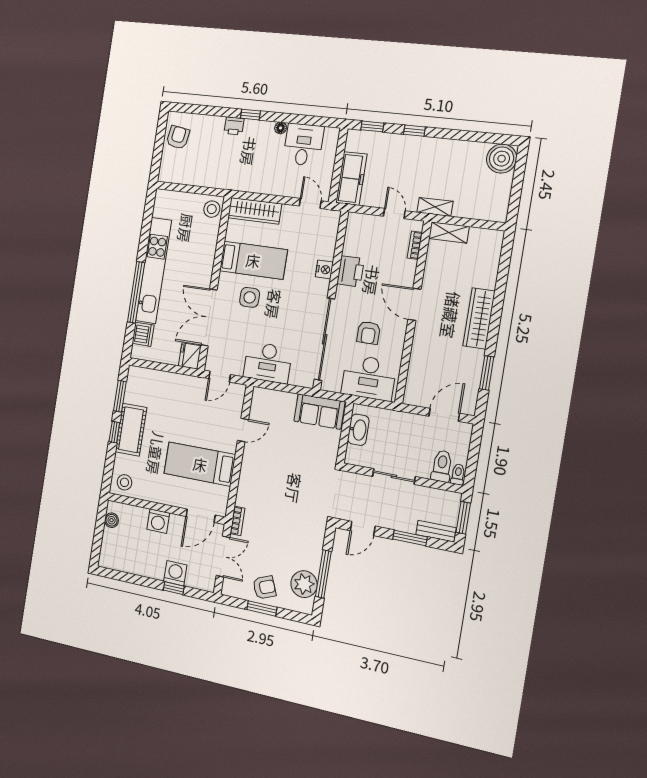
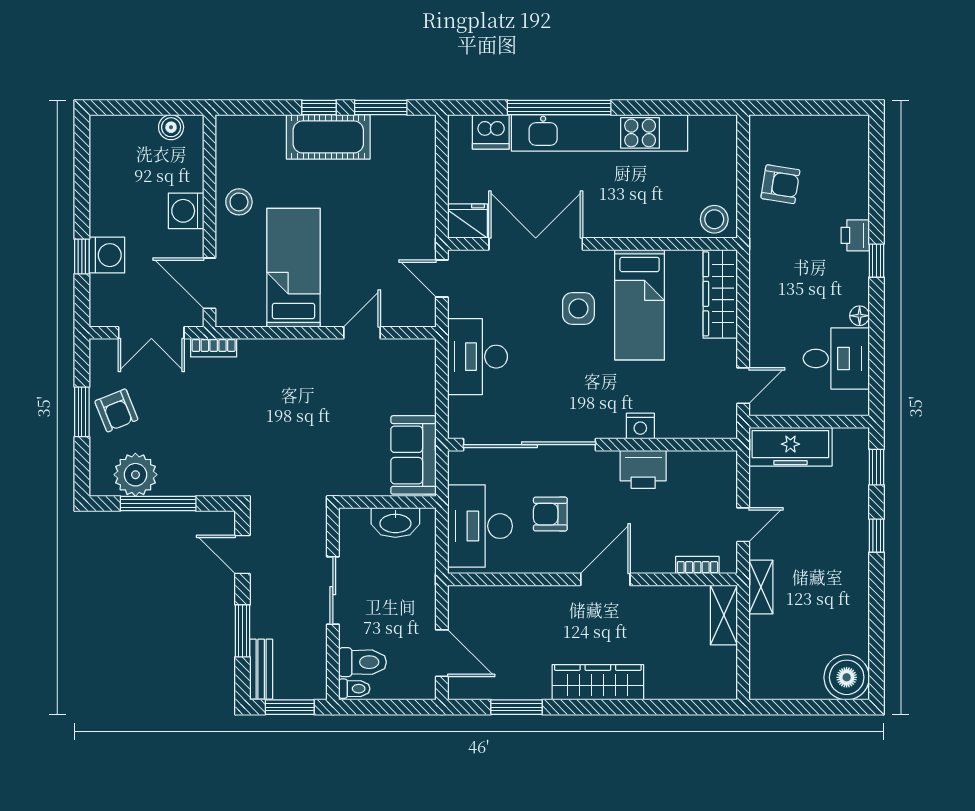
armchair: (178, 137) -> (780, 184), moved
door: (243, 430) -> (362, 333), swing flipped
stool: (124, 482) -> (239, 202), moved

